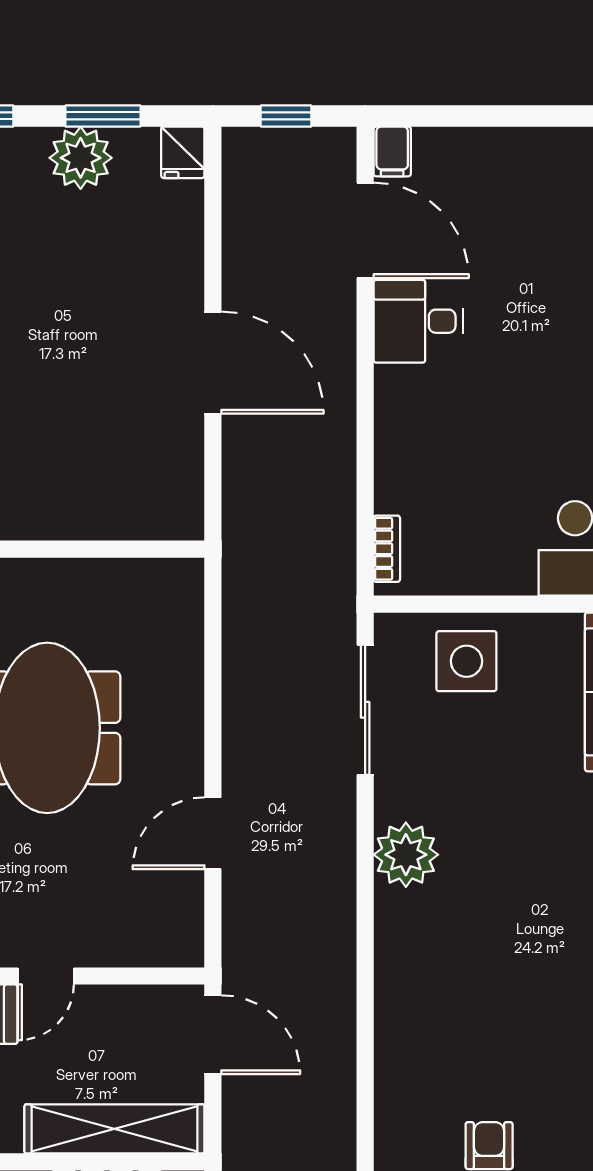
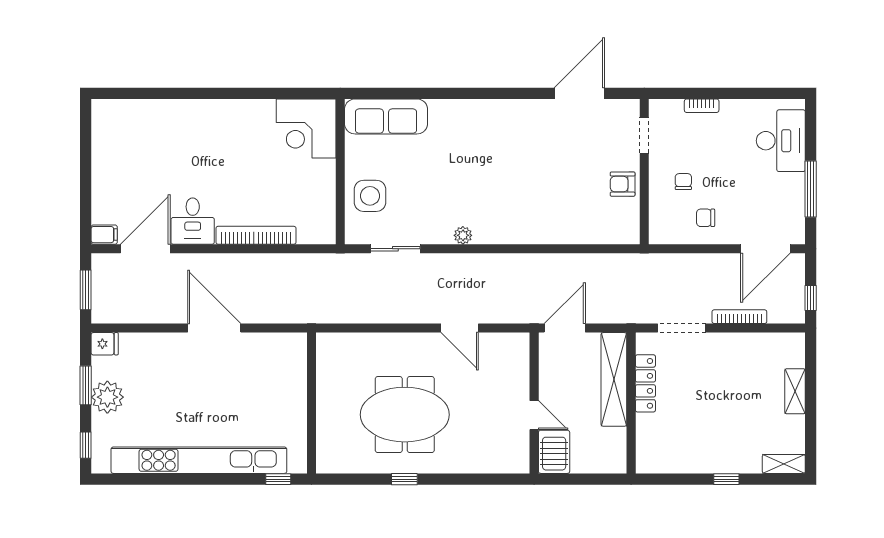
window: (286, 116) -> (86, 290), width x1.50
door: (213, 363) -> (214, 328), hinge flipped
bookcase: (387, 549) -> (256, 235), moved, width x2.31, depth x1.31
sliding door: (365, 710) -> (395, 249), width x0.73
plant: (406, 855) -> (463, 235), width x0.53, depth x0.53

